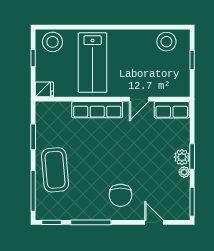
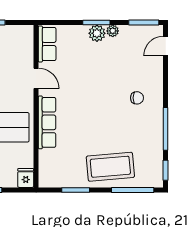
chair: (120, 195) -> (137, 98), width x0.54, depth x0.54
door: (154, 222) -> (166, 46), moved

